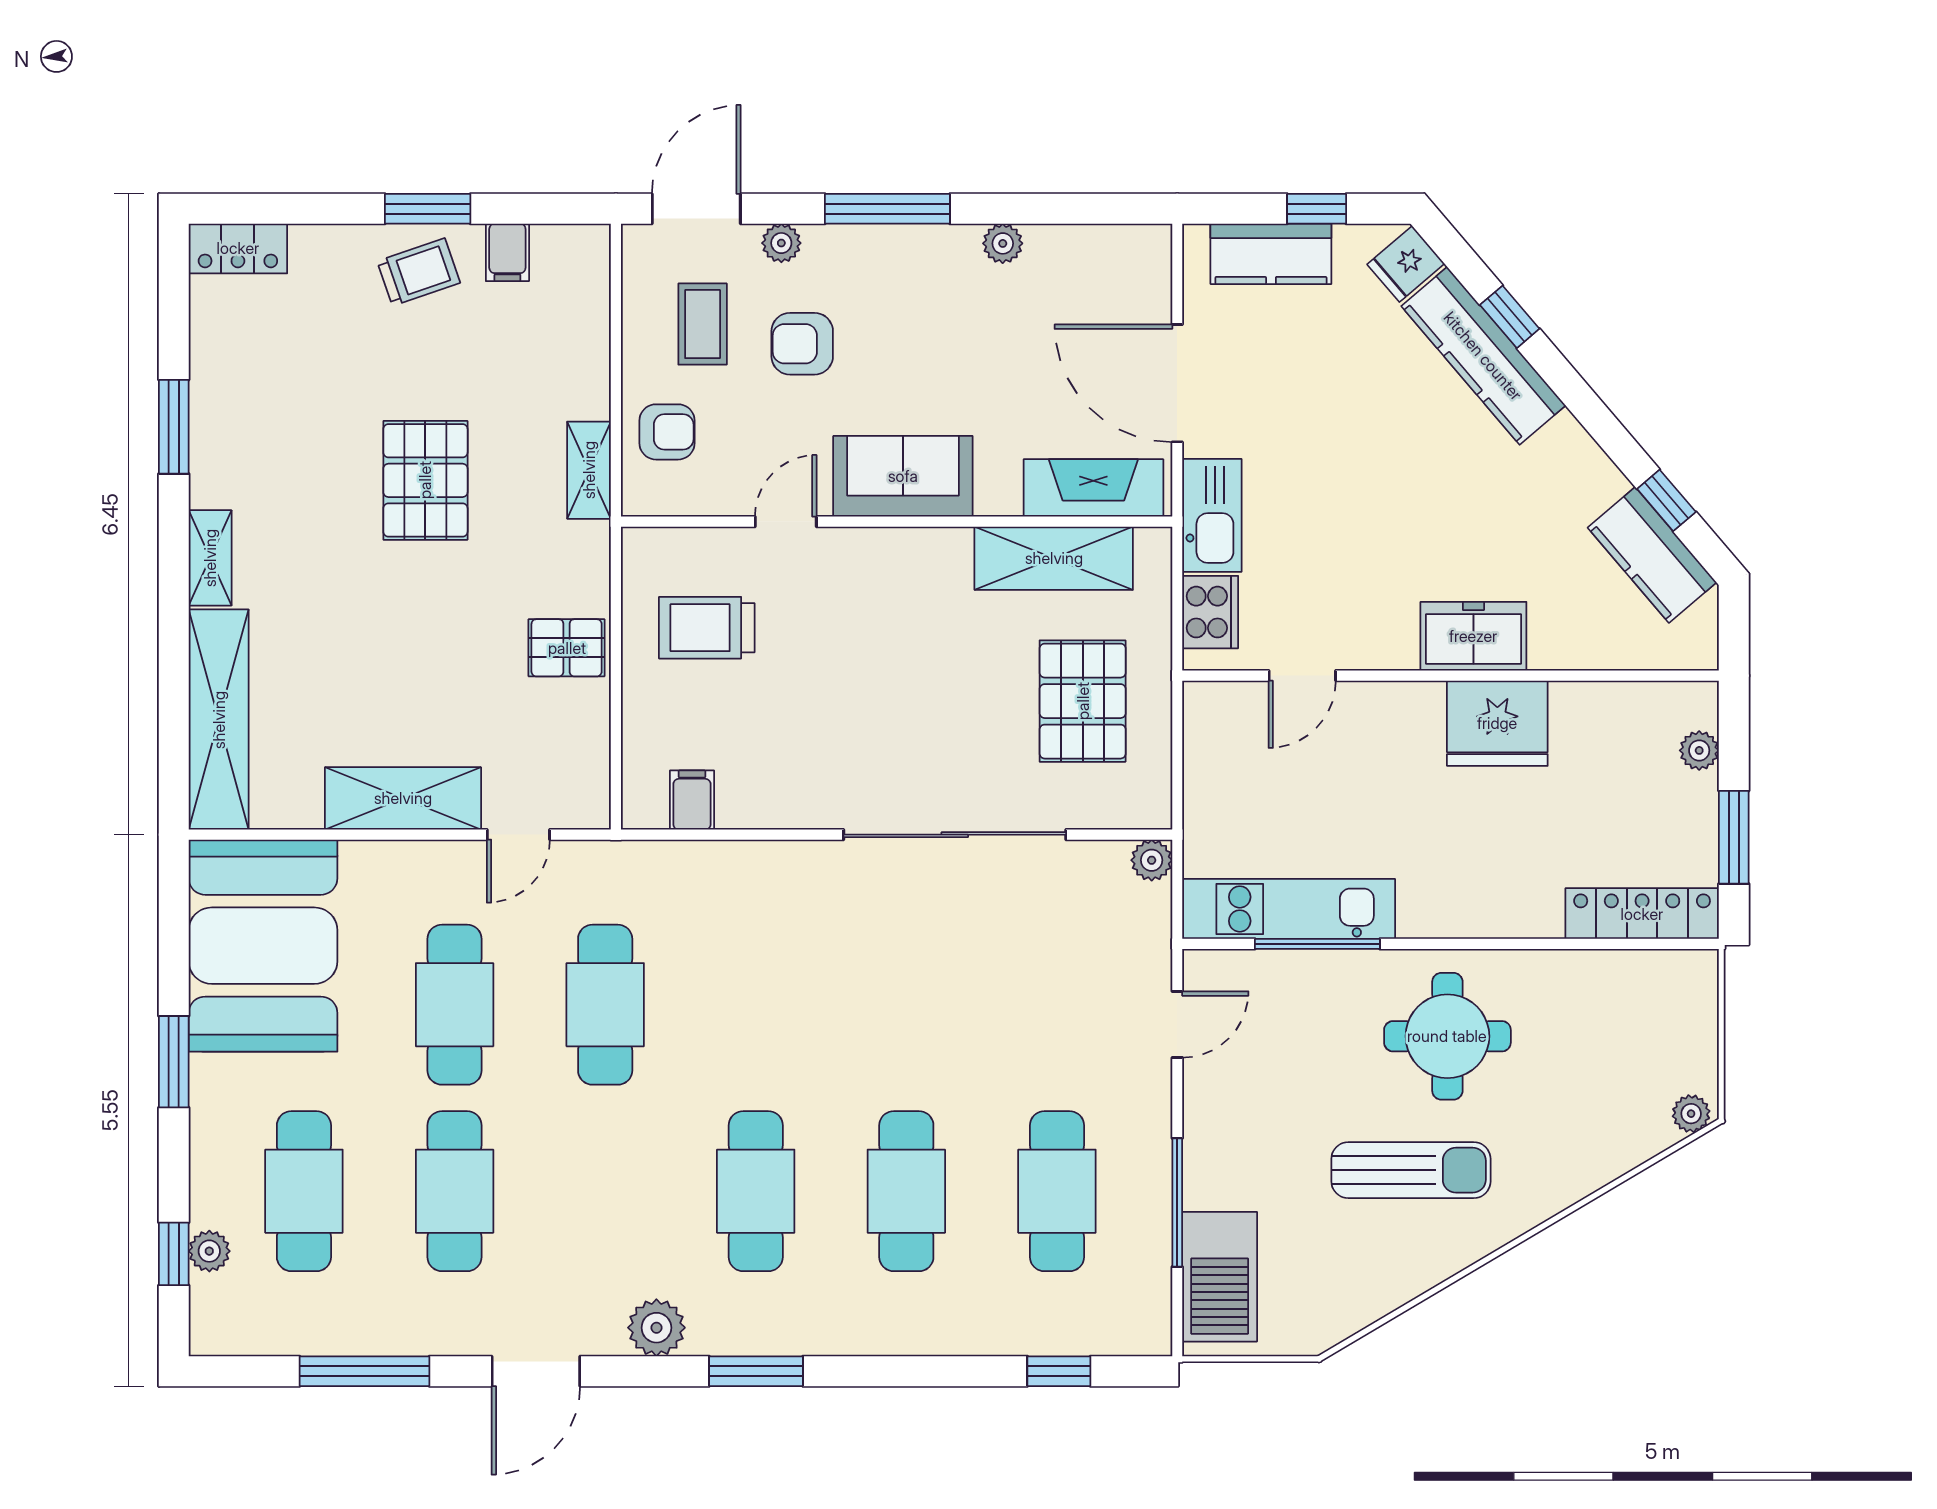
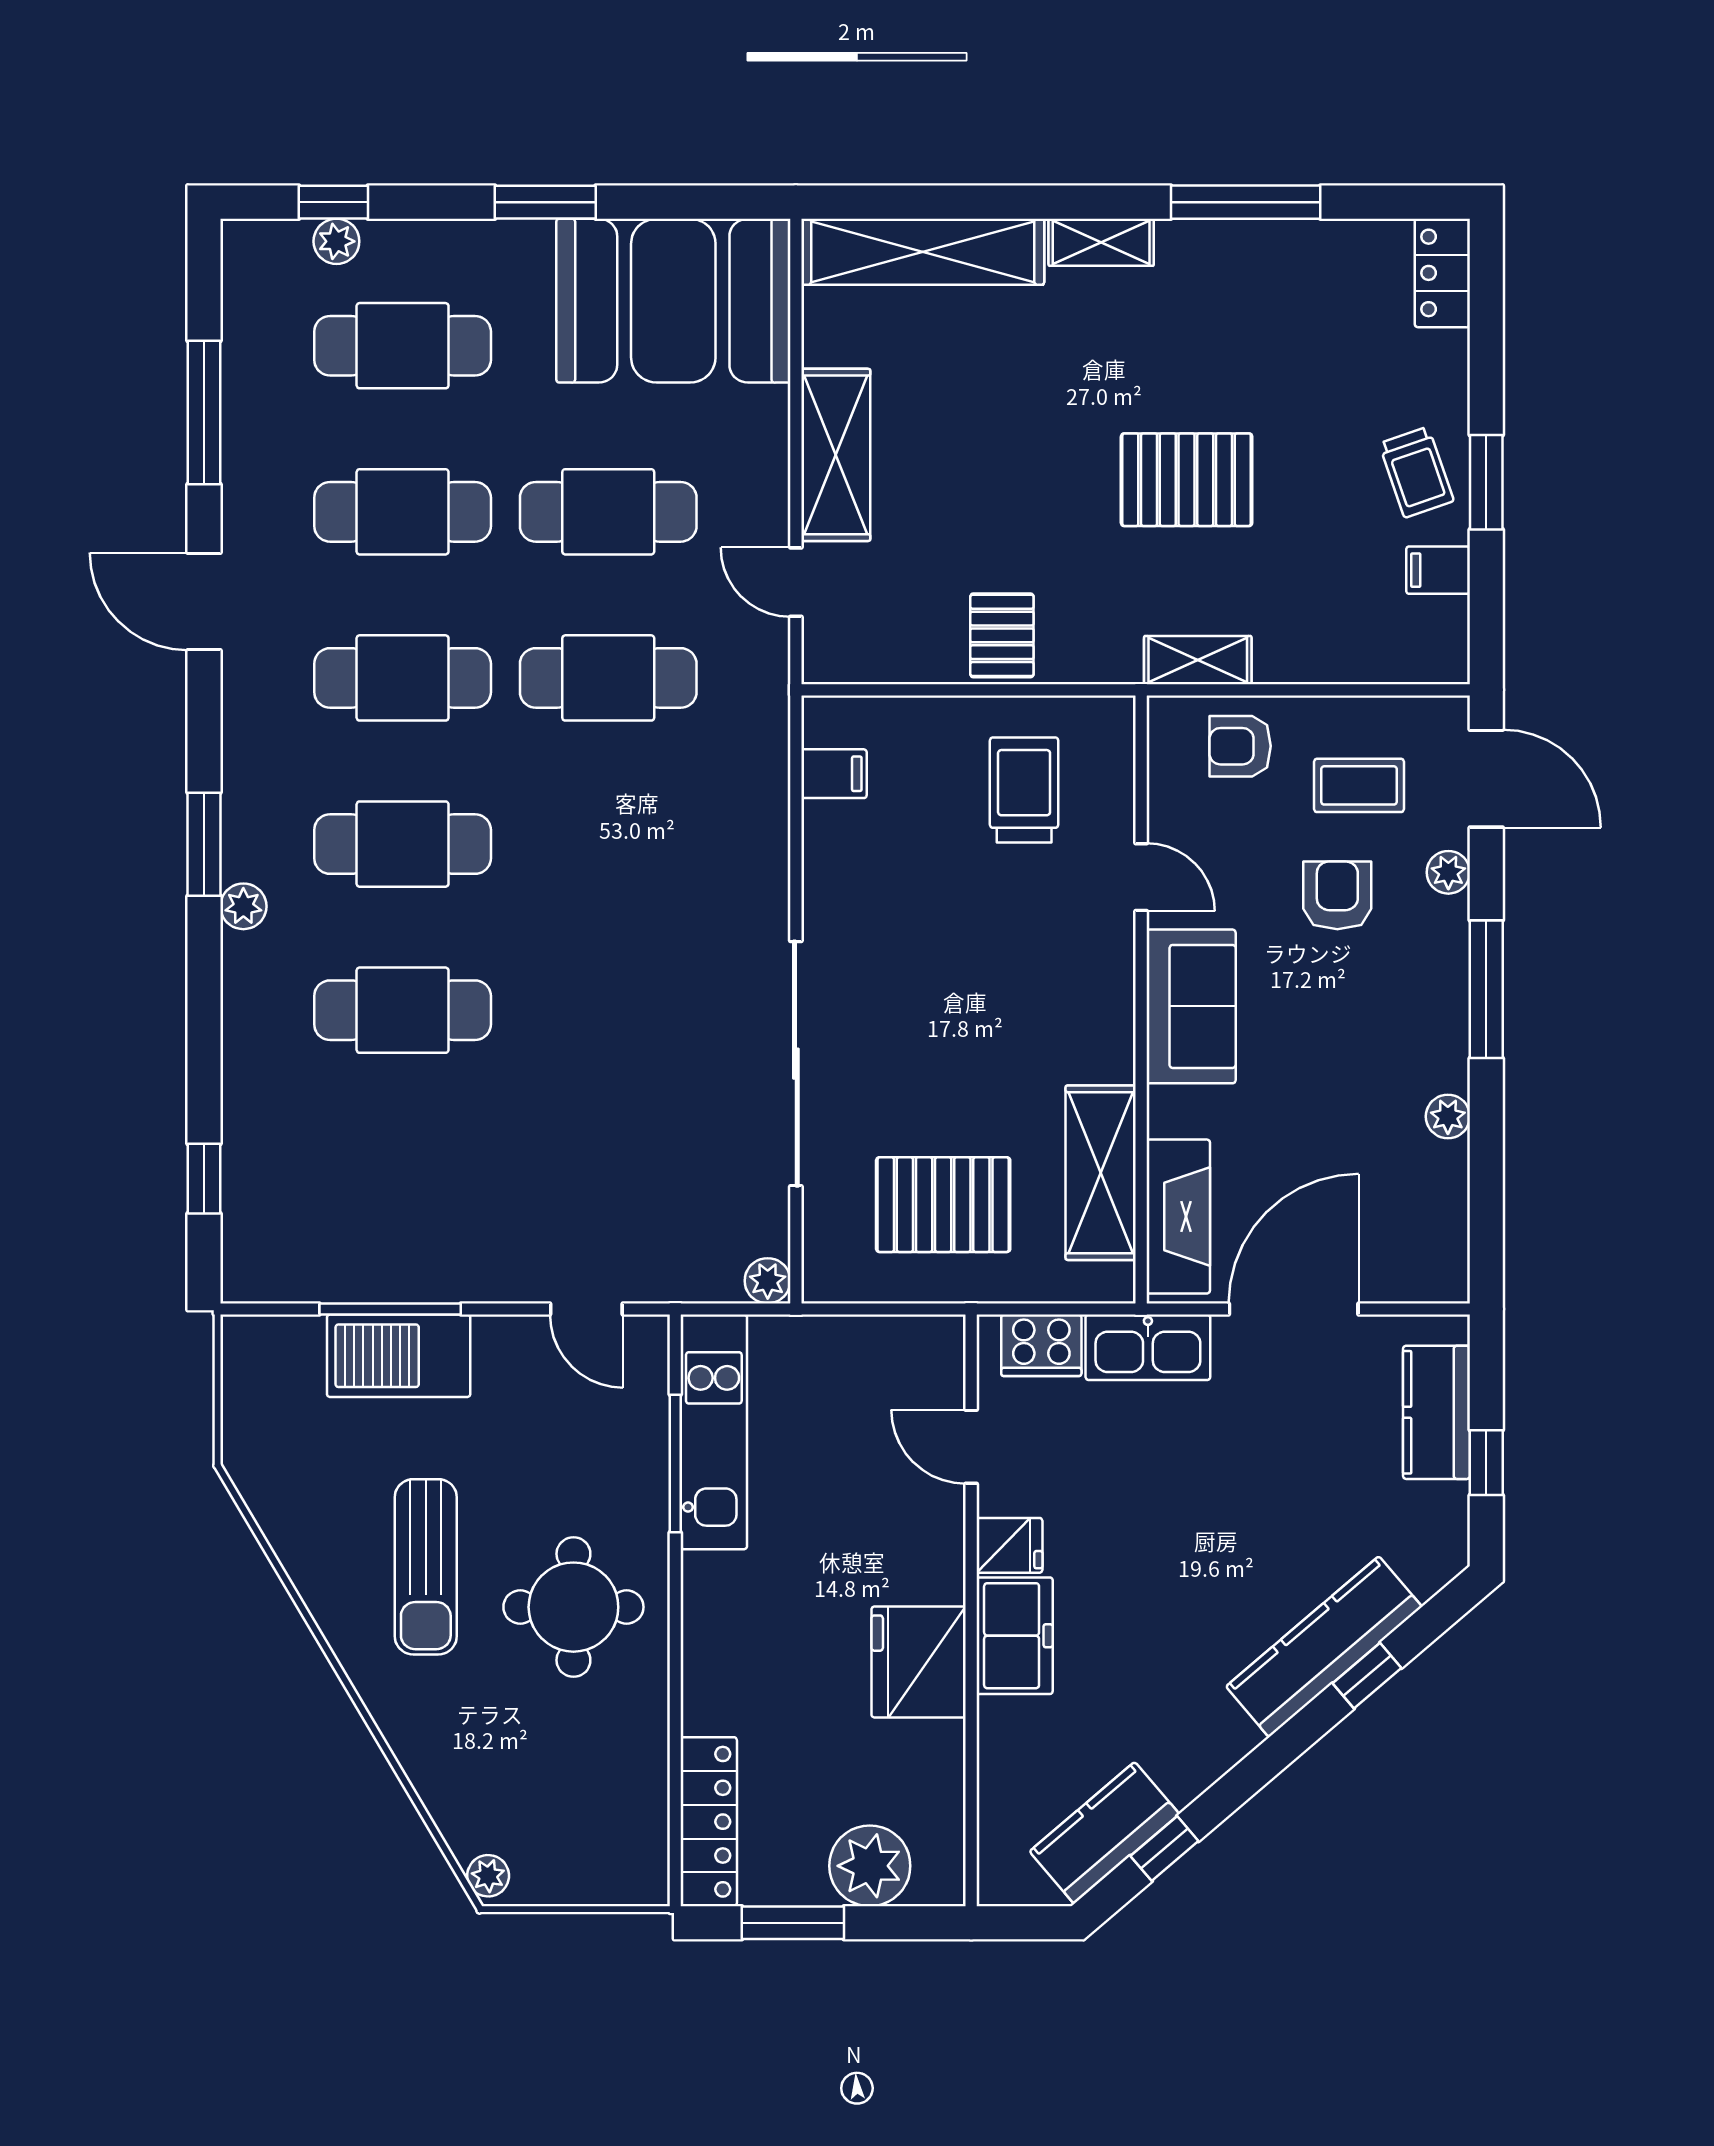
fridge: (1406, 264) -> (1009, 1545), moved, turned 130
window: (174, 427) -> (1246, 202), width x1.44
armchair: (667, 432) -> (1240, 746), turned 90
plant: (1699, 750) -> (870, 1866), width x1.87, depth x1.87
cafe table: (1057, 1191) -> (403, 678), moved
barbecue: (1220, 1277) -> (399, 1356), moved
plant: (656, 1328) -> (243, 906), moved, width x0.73, depth x0.73

